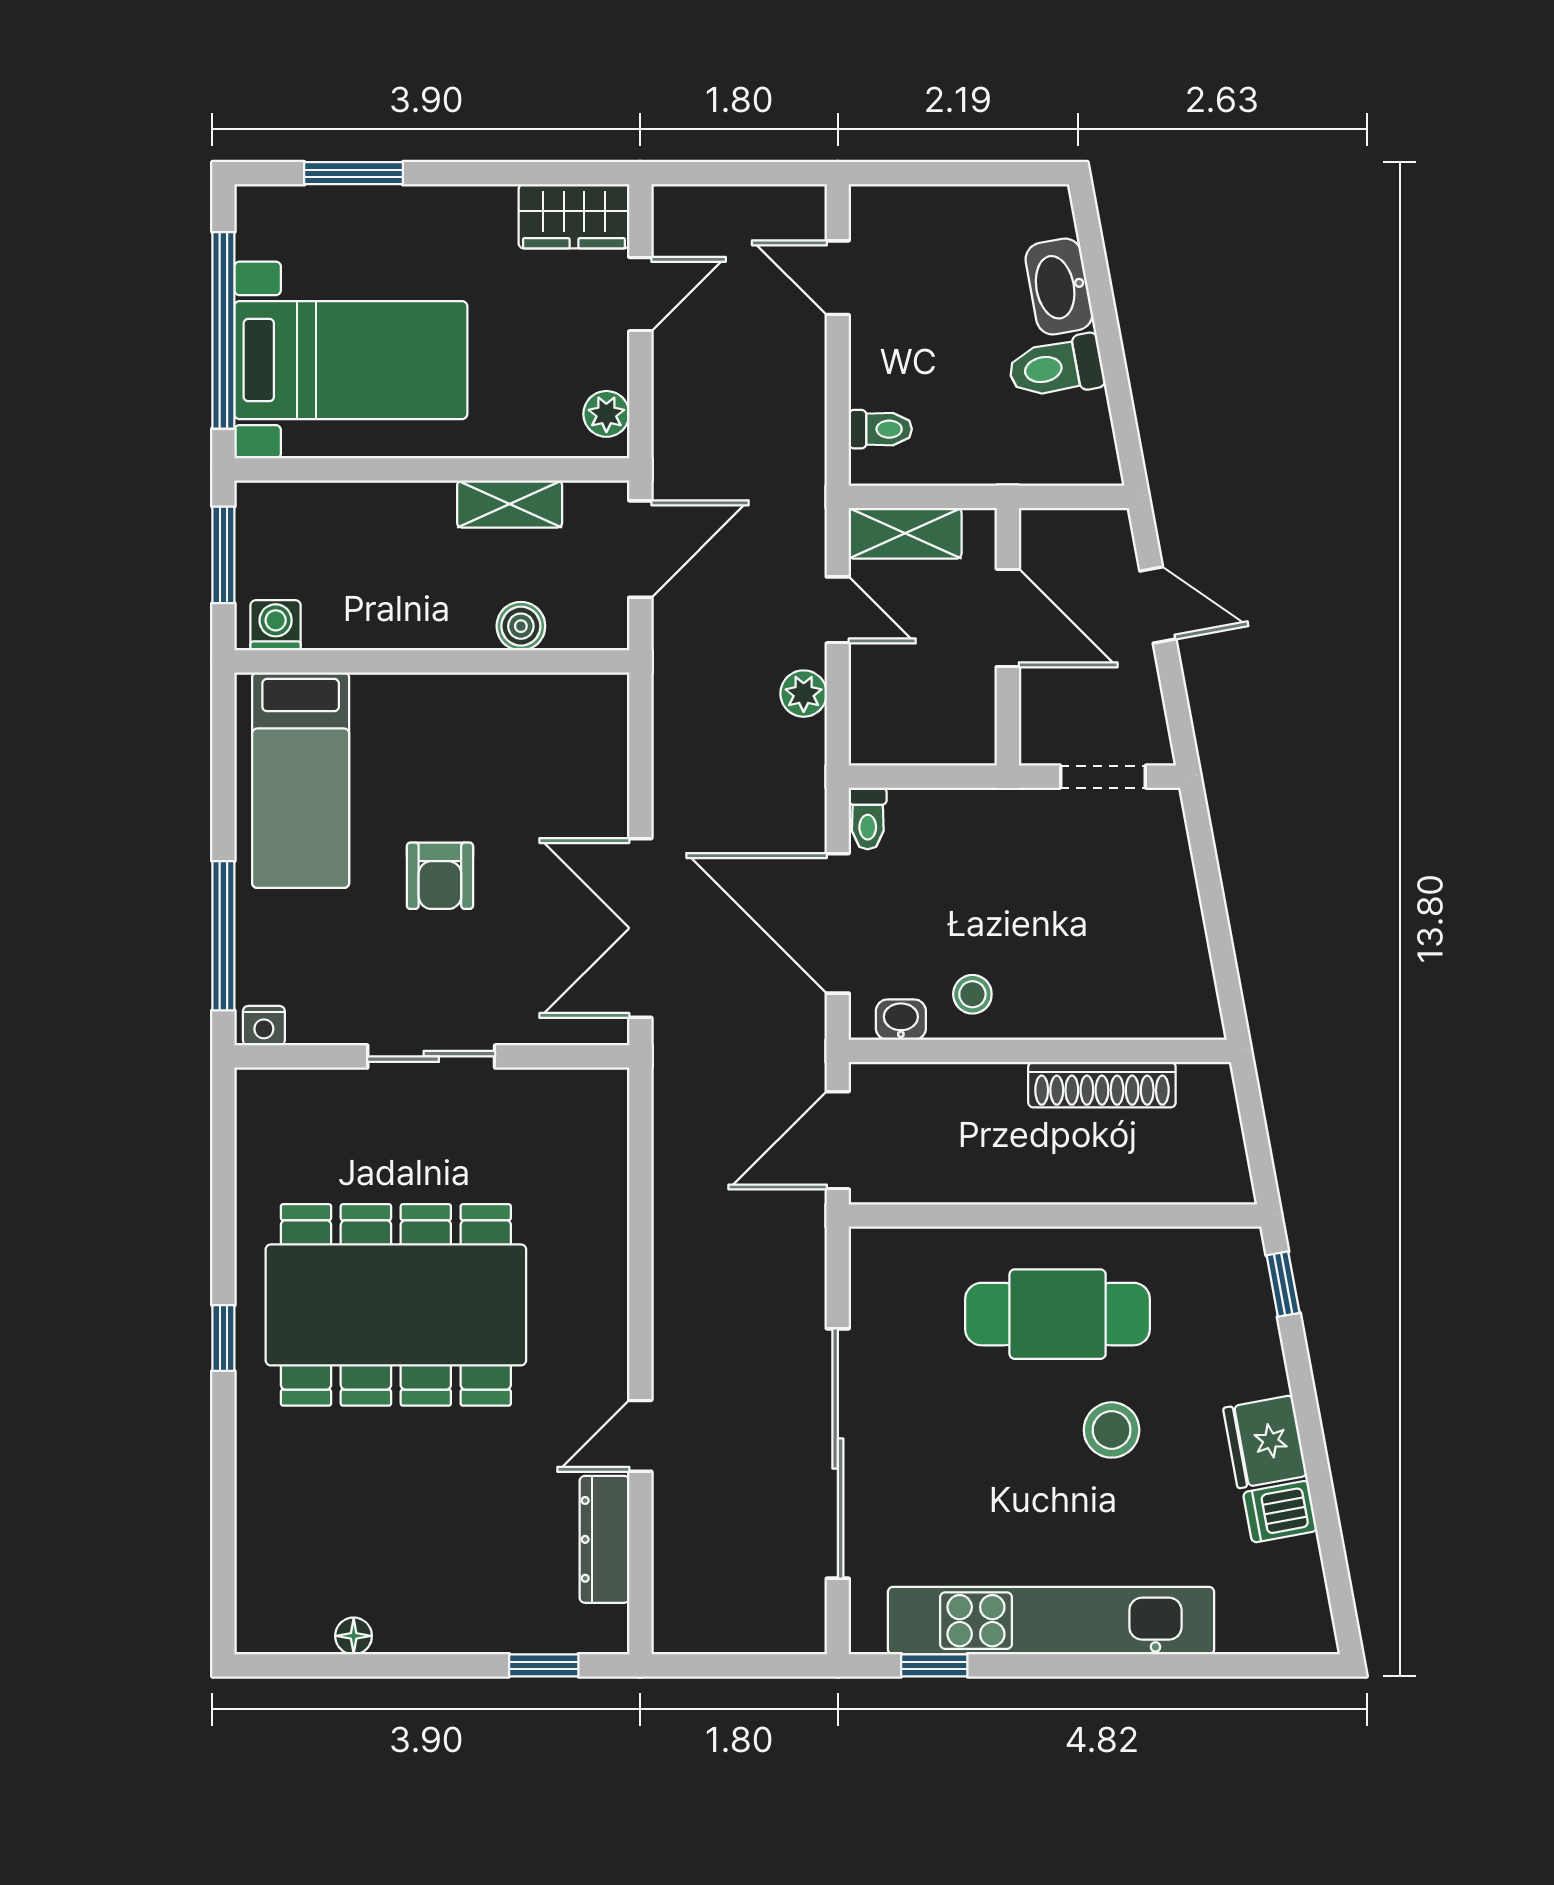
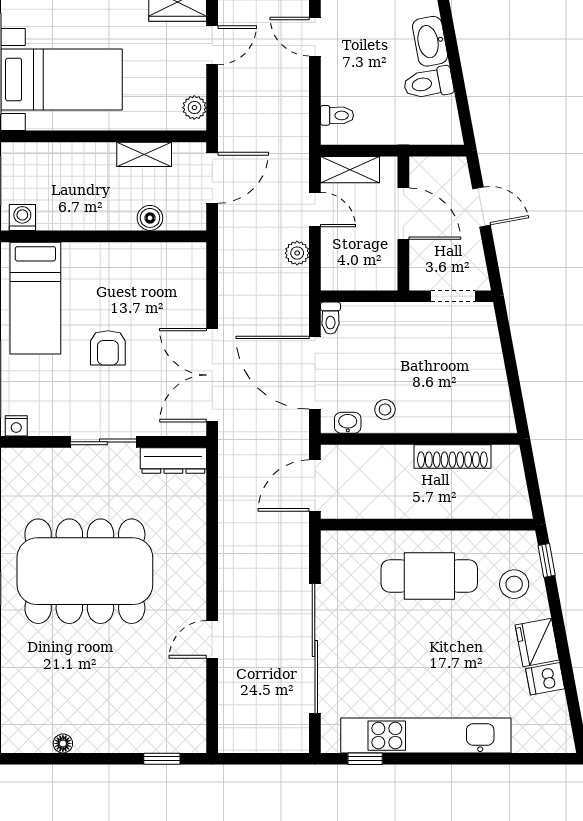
stool: (1112, 1430) -> (514, 584), moved
dresser: (604, 1539) -> (173, 461), moved, turned -90

